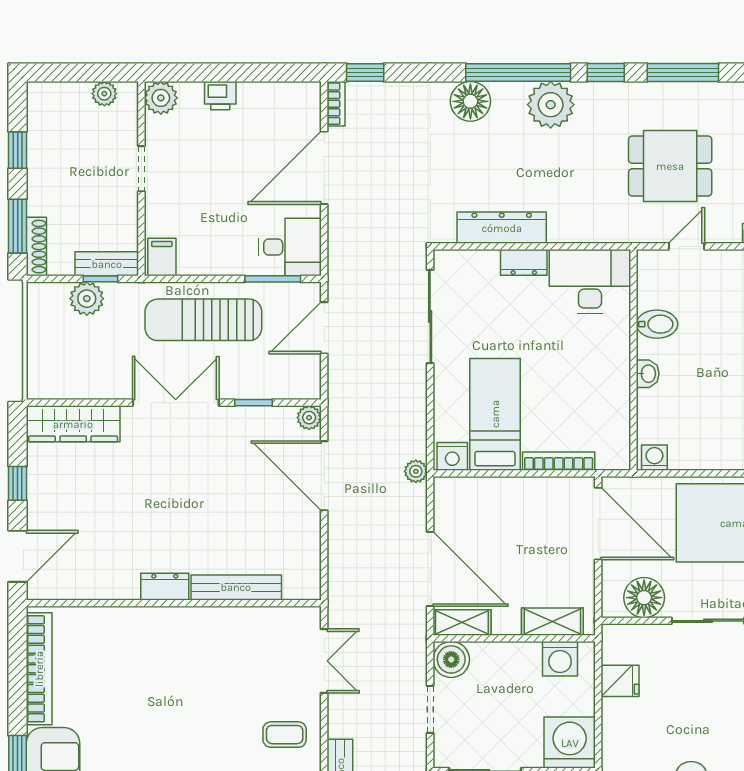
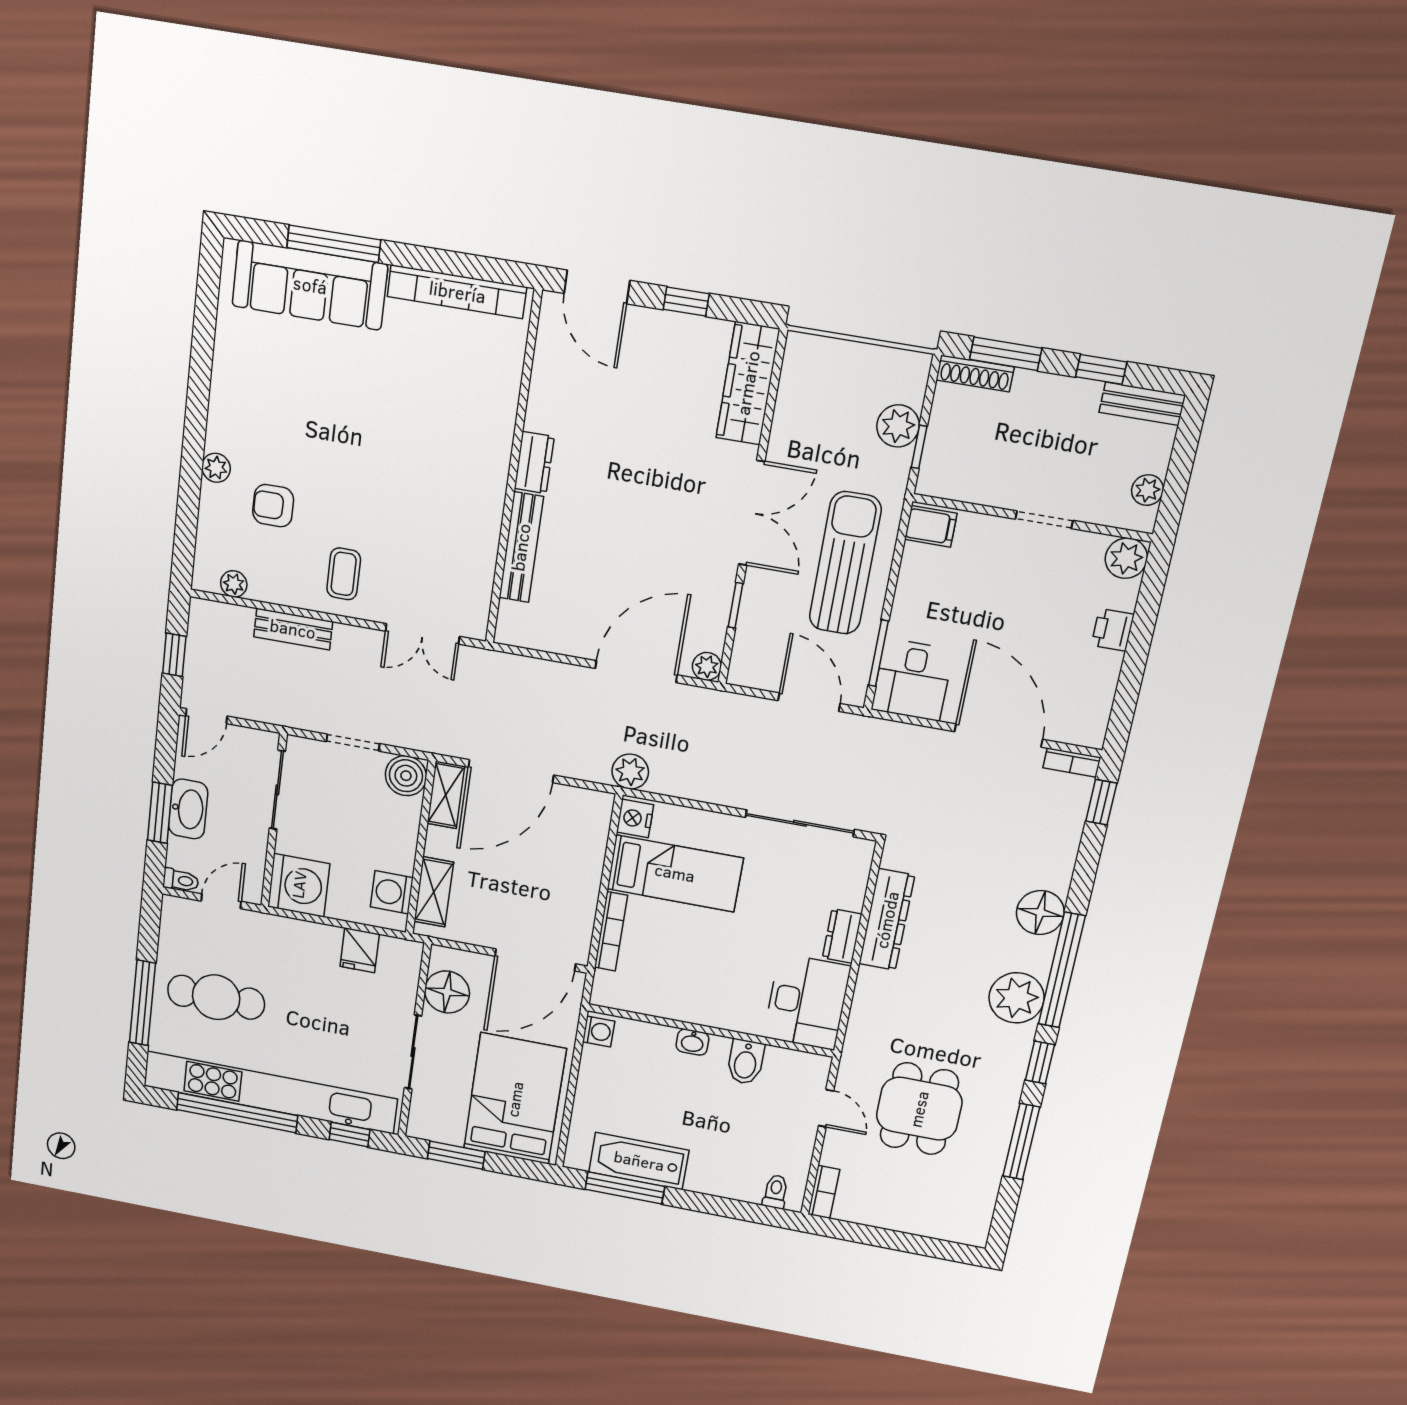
bench: (107, 264) -> (1142, 404), moved, turned 90
plant: (416, 471) -> (630, 772), width x1.38, depth x1.38

